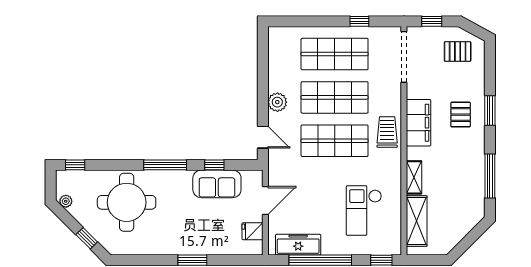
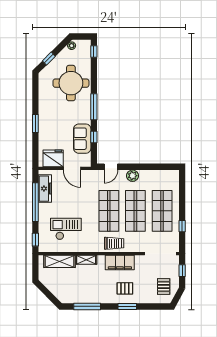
fridge: (252, 231) -> (53, 158), width x1.88, depth x1.34

